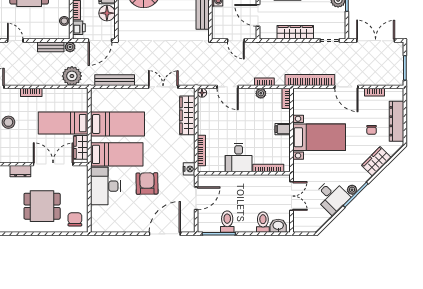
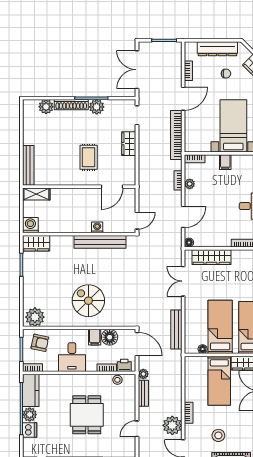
wardrobe: (295, 32) -> (129, 144), width x0.67
door: (236, 41) -> (137, 221), moved
plant: (72, 76) -> (172, 425), moved
floor lamp: (95, 106) -> (203, 349), added

